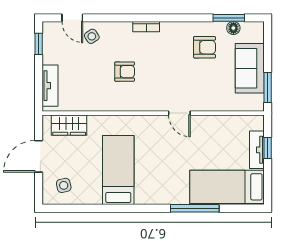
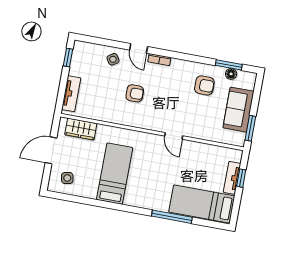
door: (72, 18) -> (139, 48), moved

